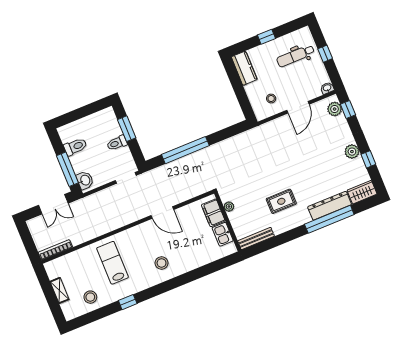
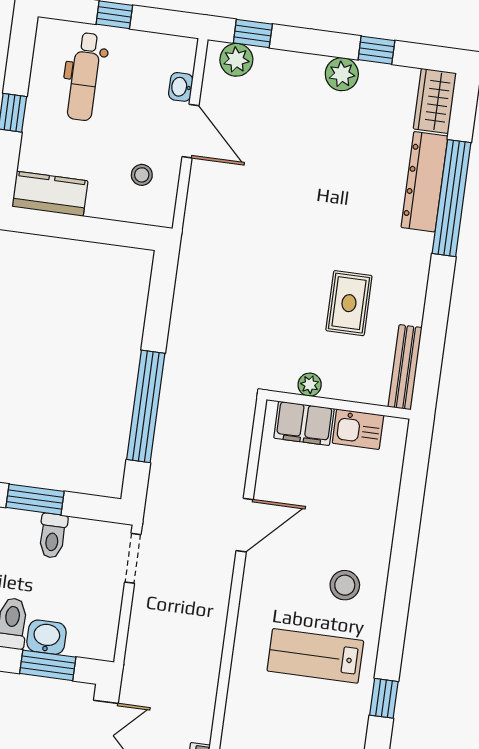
washbasin: (327, 88) -> (181, 87), moved
window: (67, 169) -> (48, 665), width x0.69
washbasin: (85, 180) -> (47, 637), moved
rug: (281, 201) -> (349, 303), moved
lab bench: (113, 263) -> (315, 656), moved

